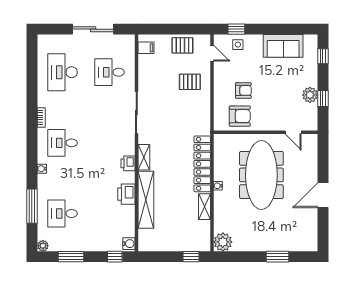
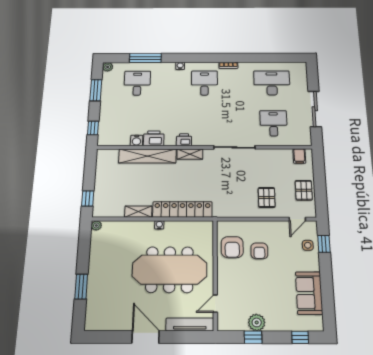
tv unit: (312, 155) -> (190, 324), added
plant: (223, 242) -> (96, 226), width x0.53, depth x0.53
water cooler: (129, 244) -> (137, 141), moved

